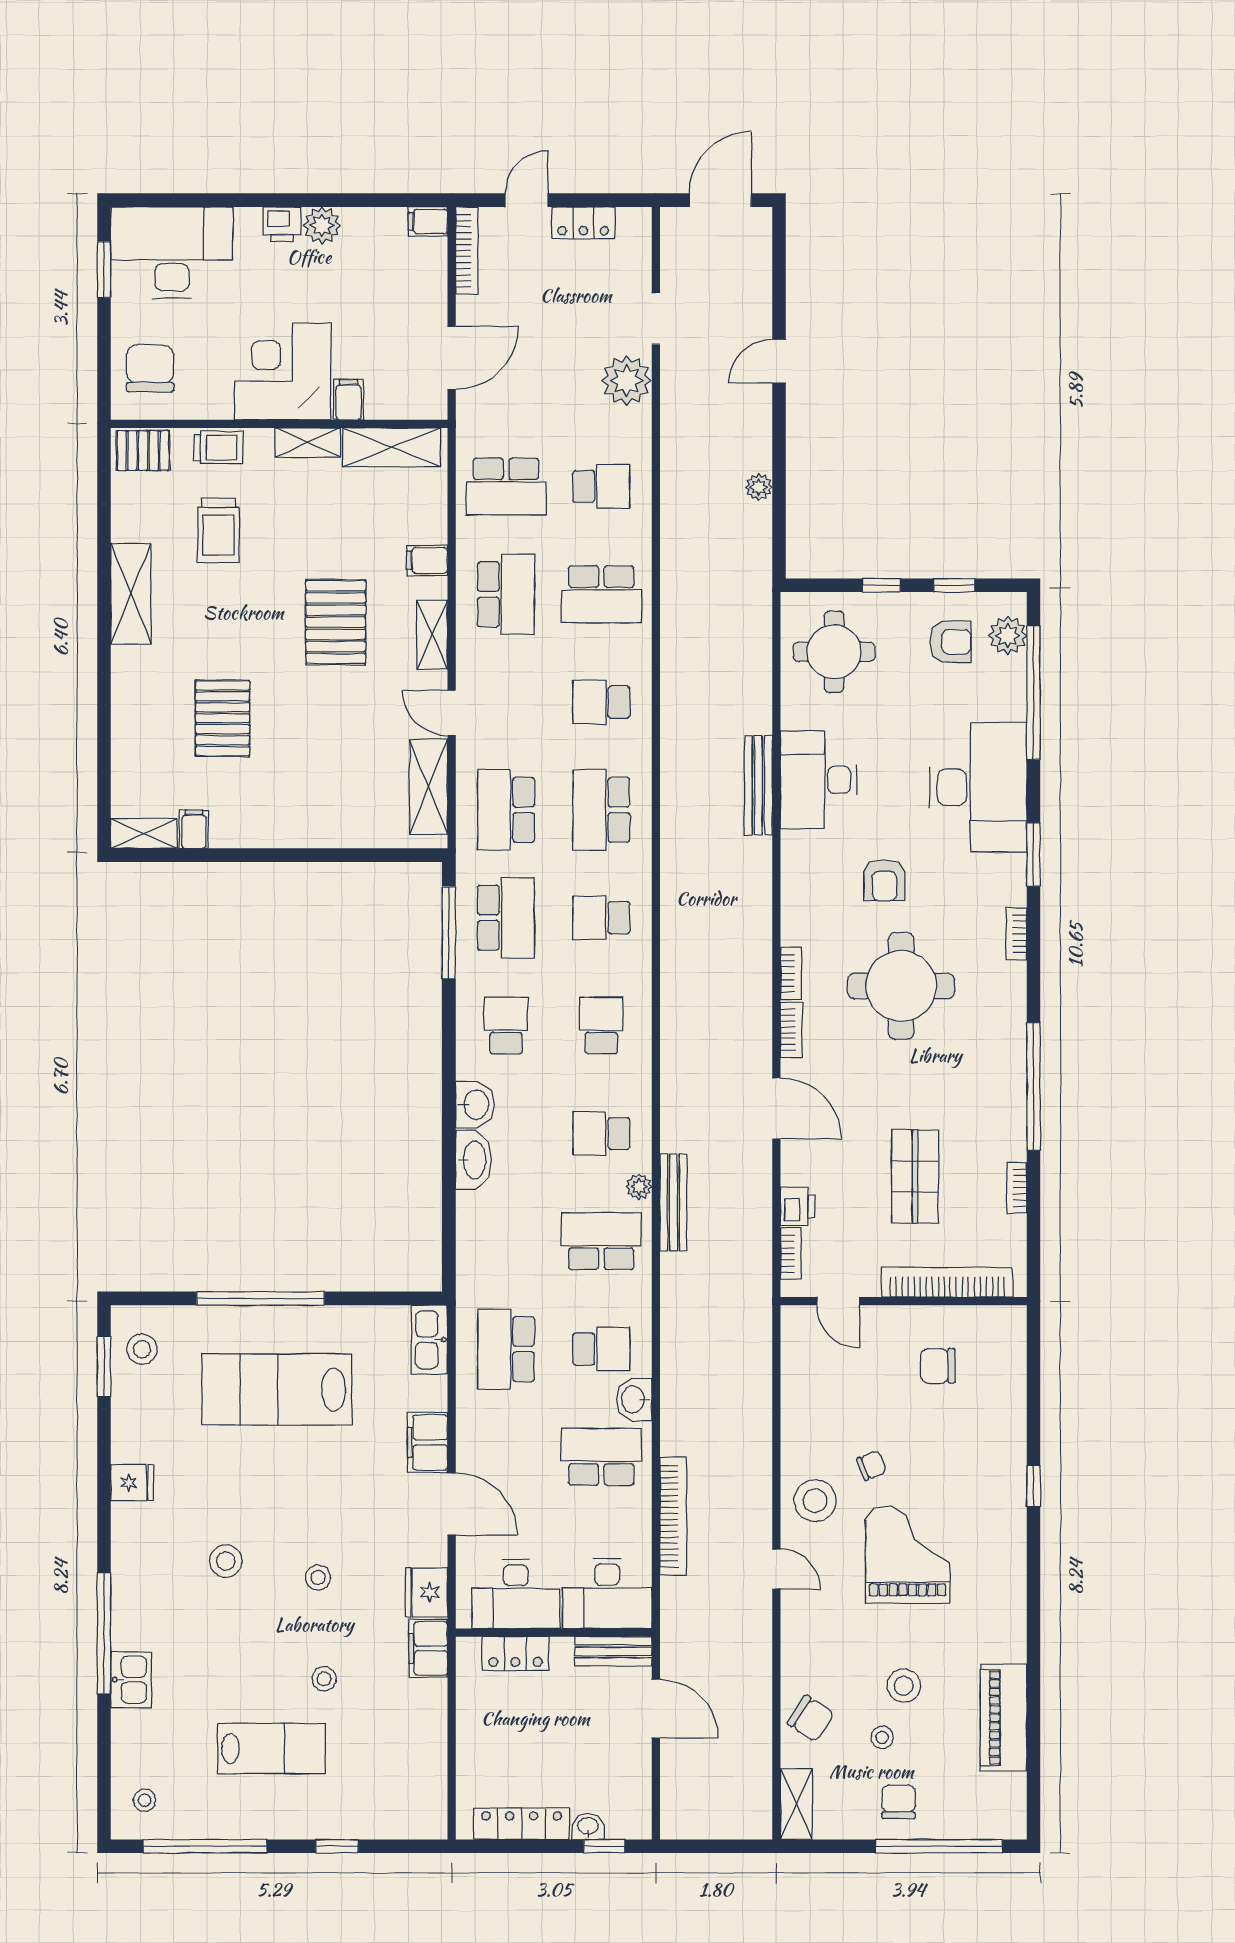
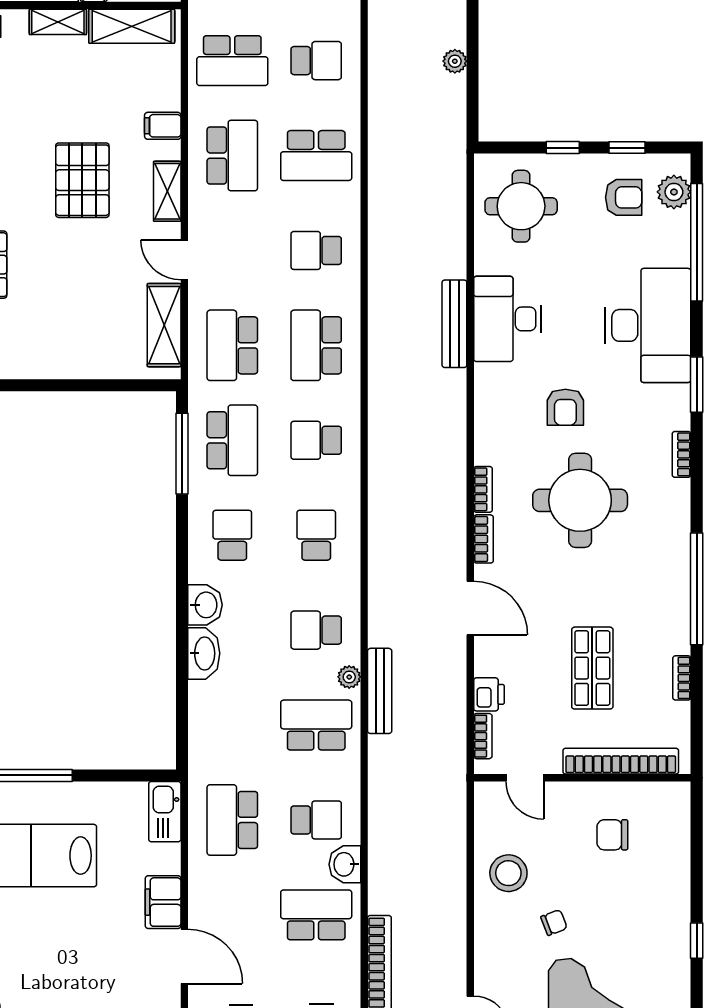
stool: (815, 1501) -> (508, 873), moved

